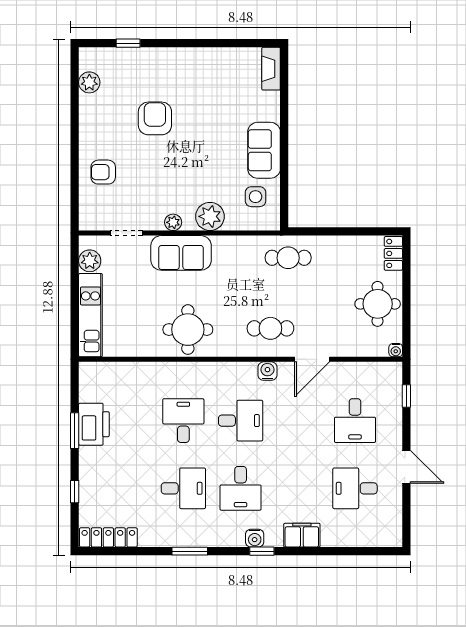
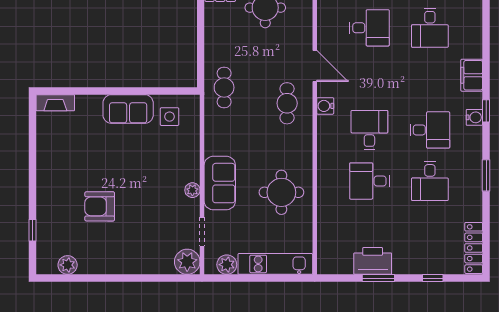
armchair: (103, 172) -> (148, 253), removed
plant: (210, 216) -> (187, 262), moved
round table: (188, 330) -> (281, 192), moved
desk: (183, 488) -> (430, 181), turned 180

